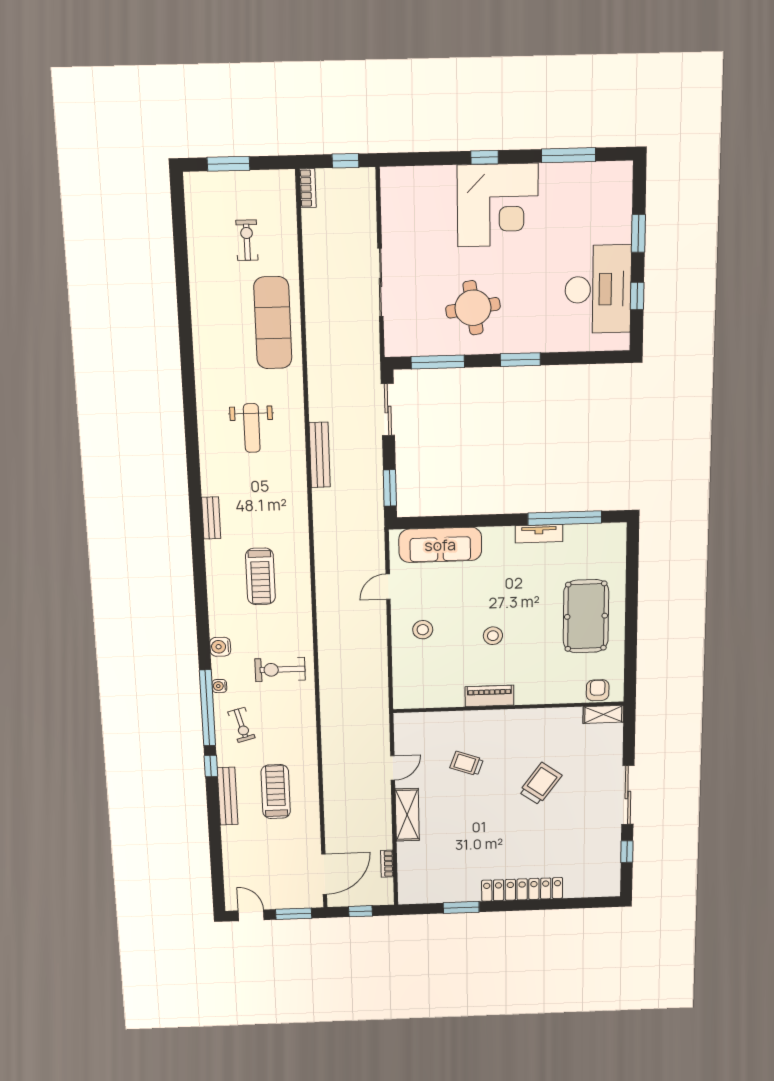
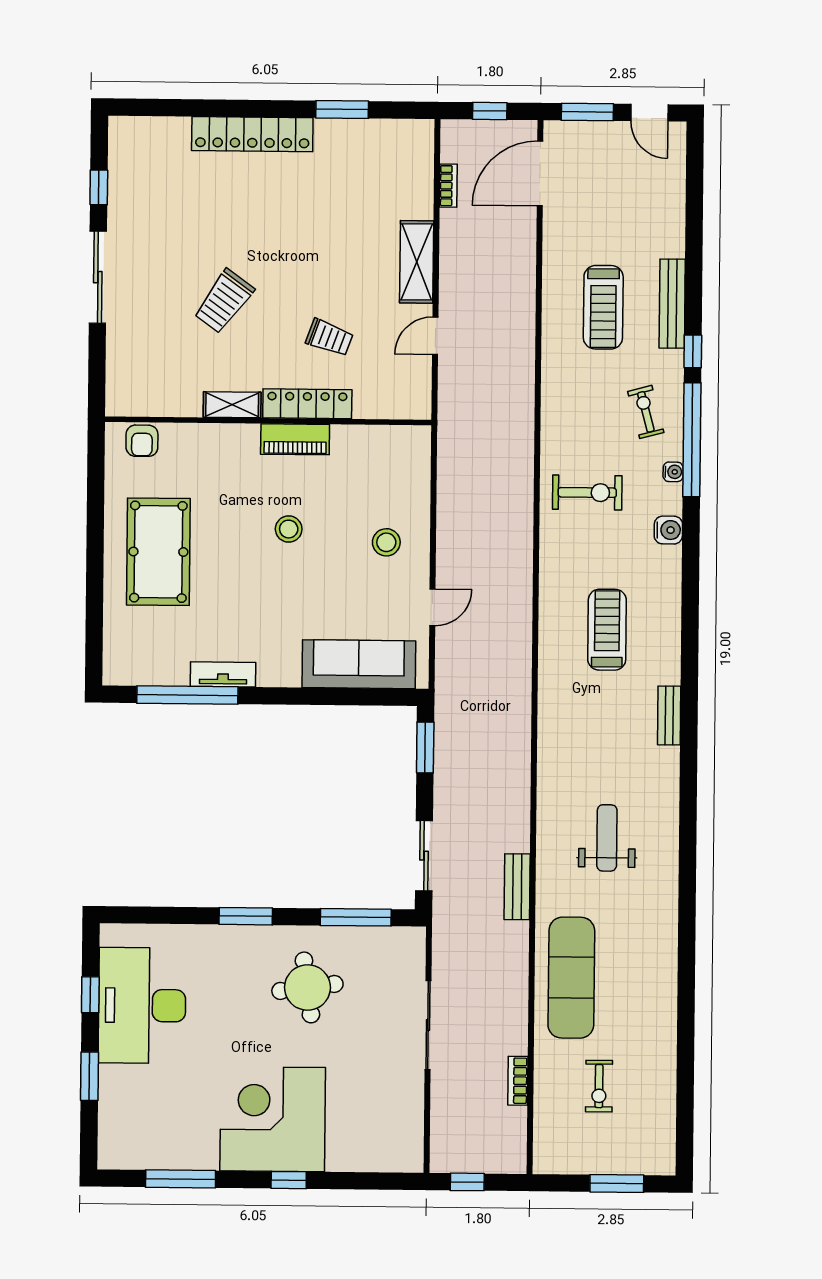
bookcase: (308, 188) -> (518, 1081), moved
bench: (320, 455) -> (517, 887), moved, width x0.73
shelving: (603, 714) -> (232, 405), moved
locker: (481, 720) -> (307, 404), added

